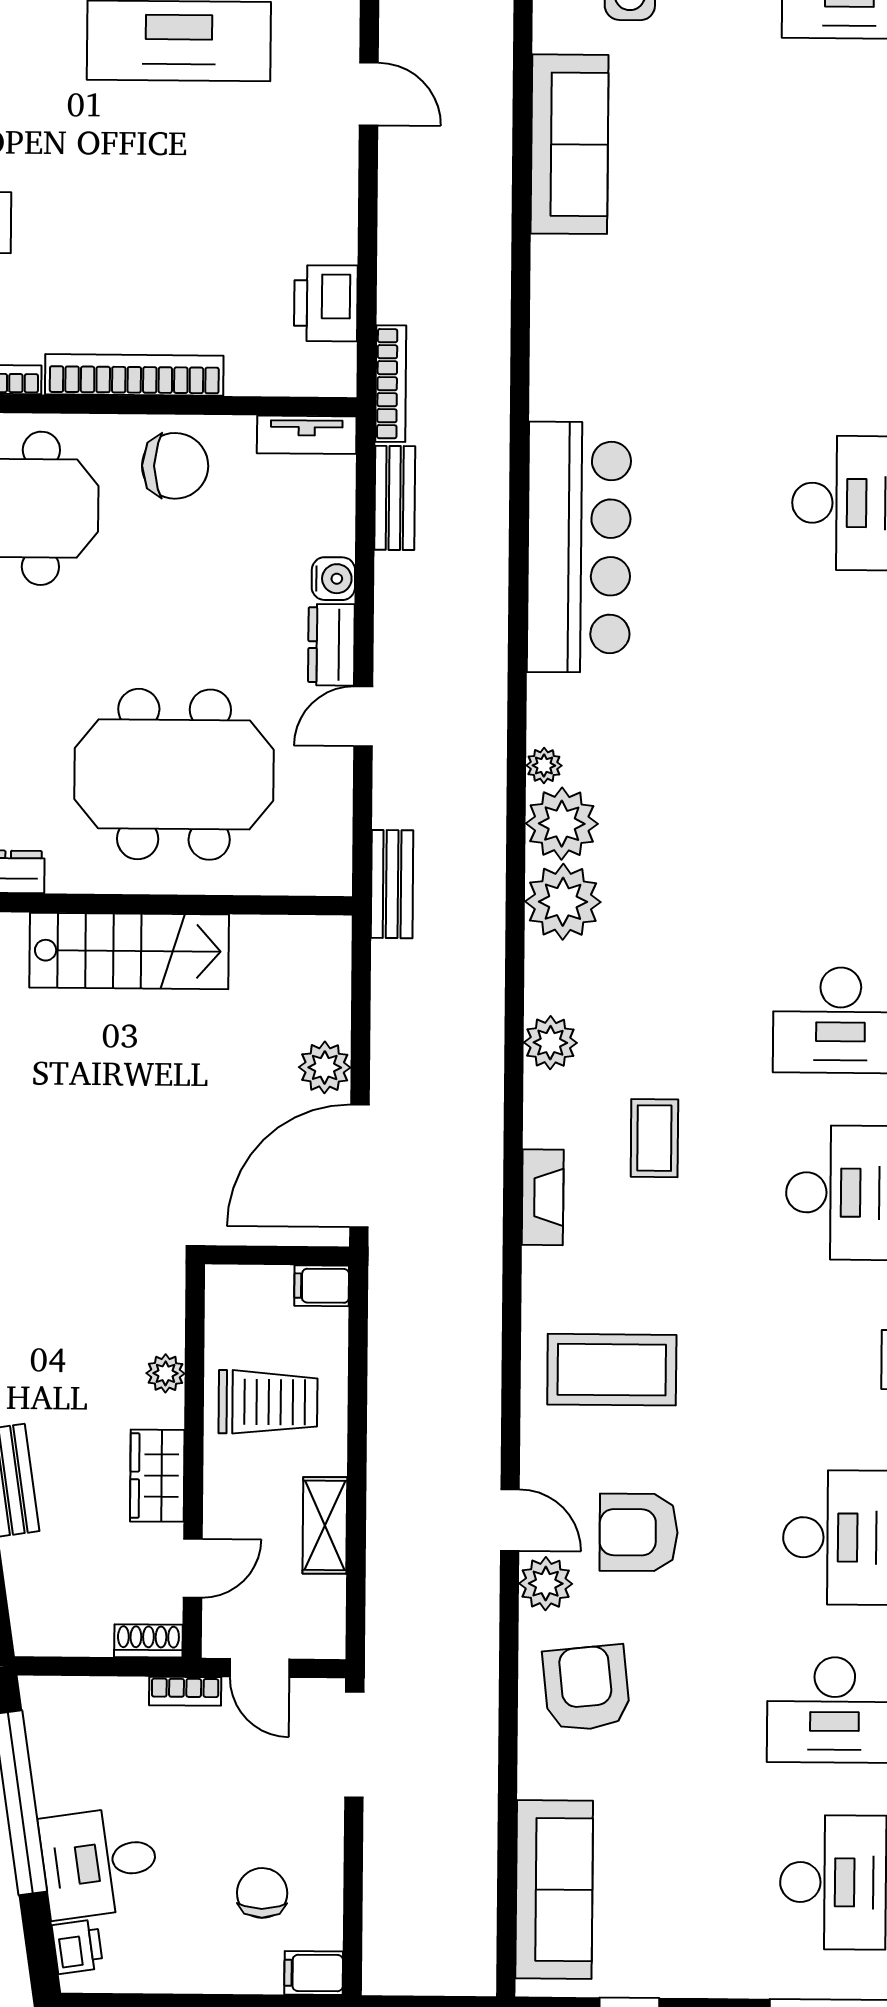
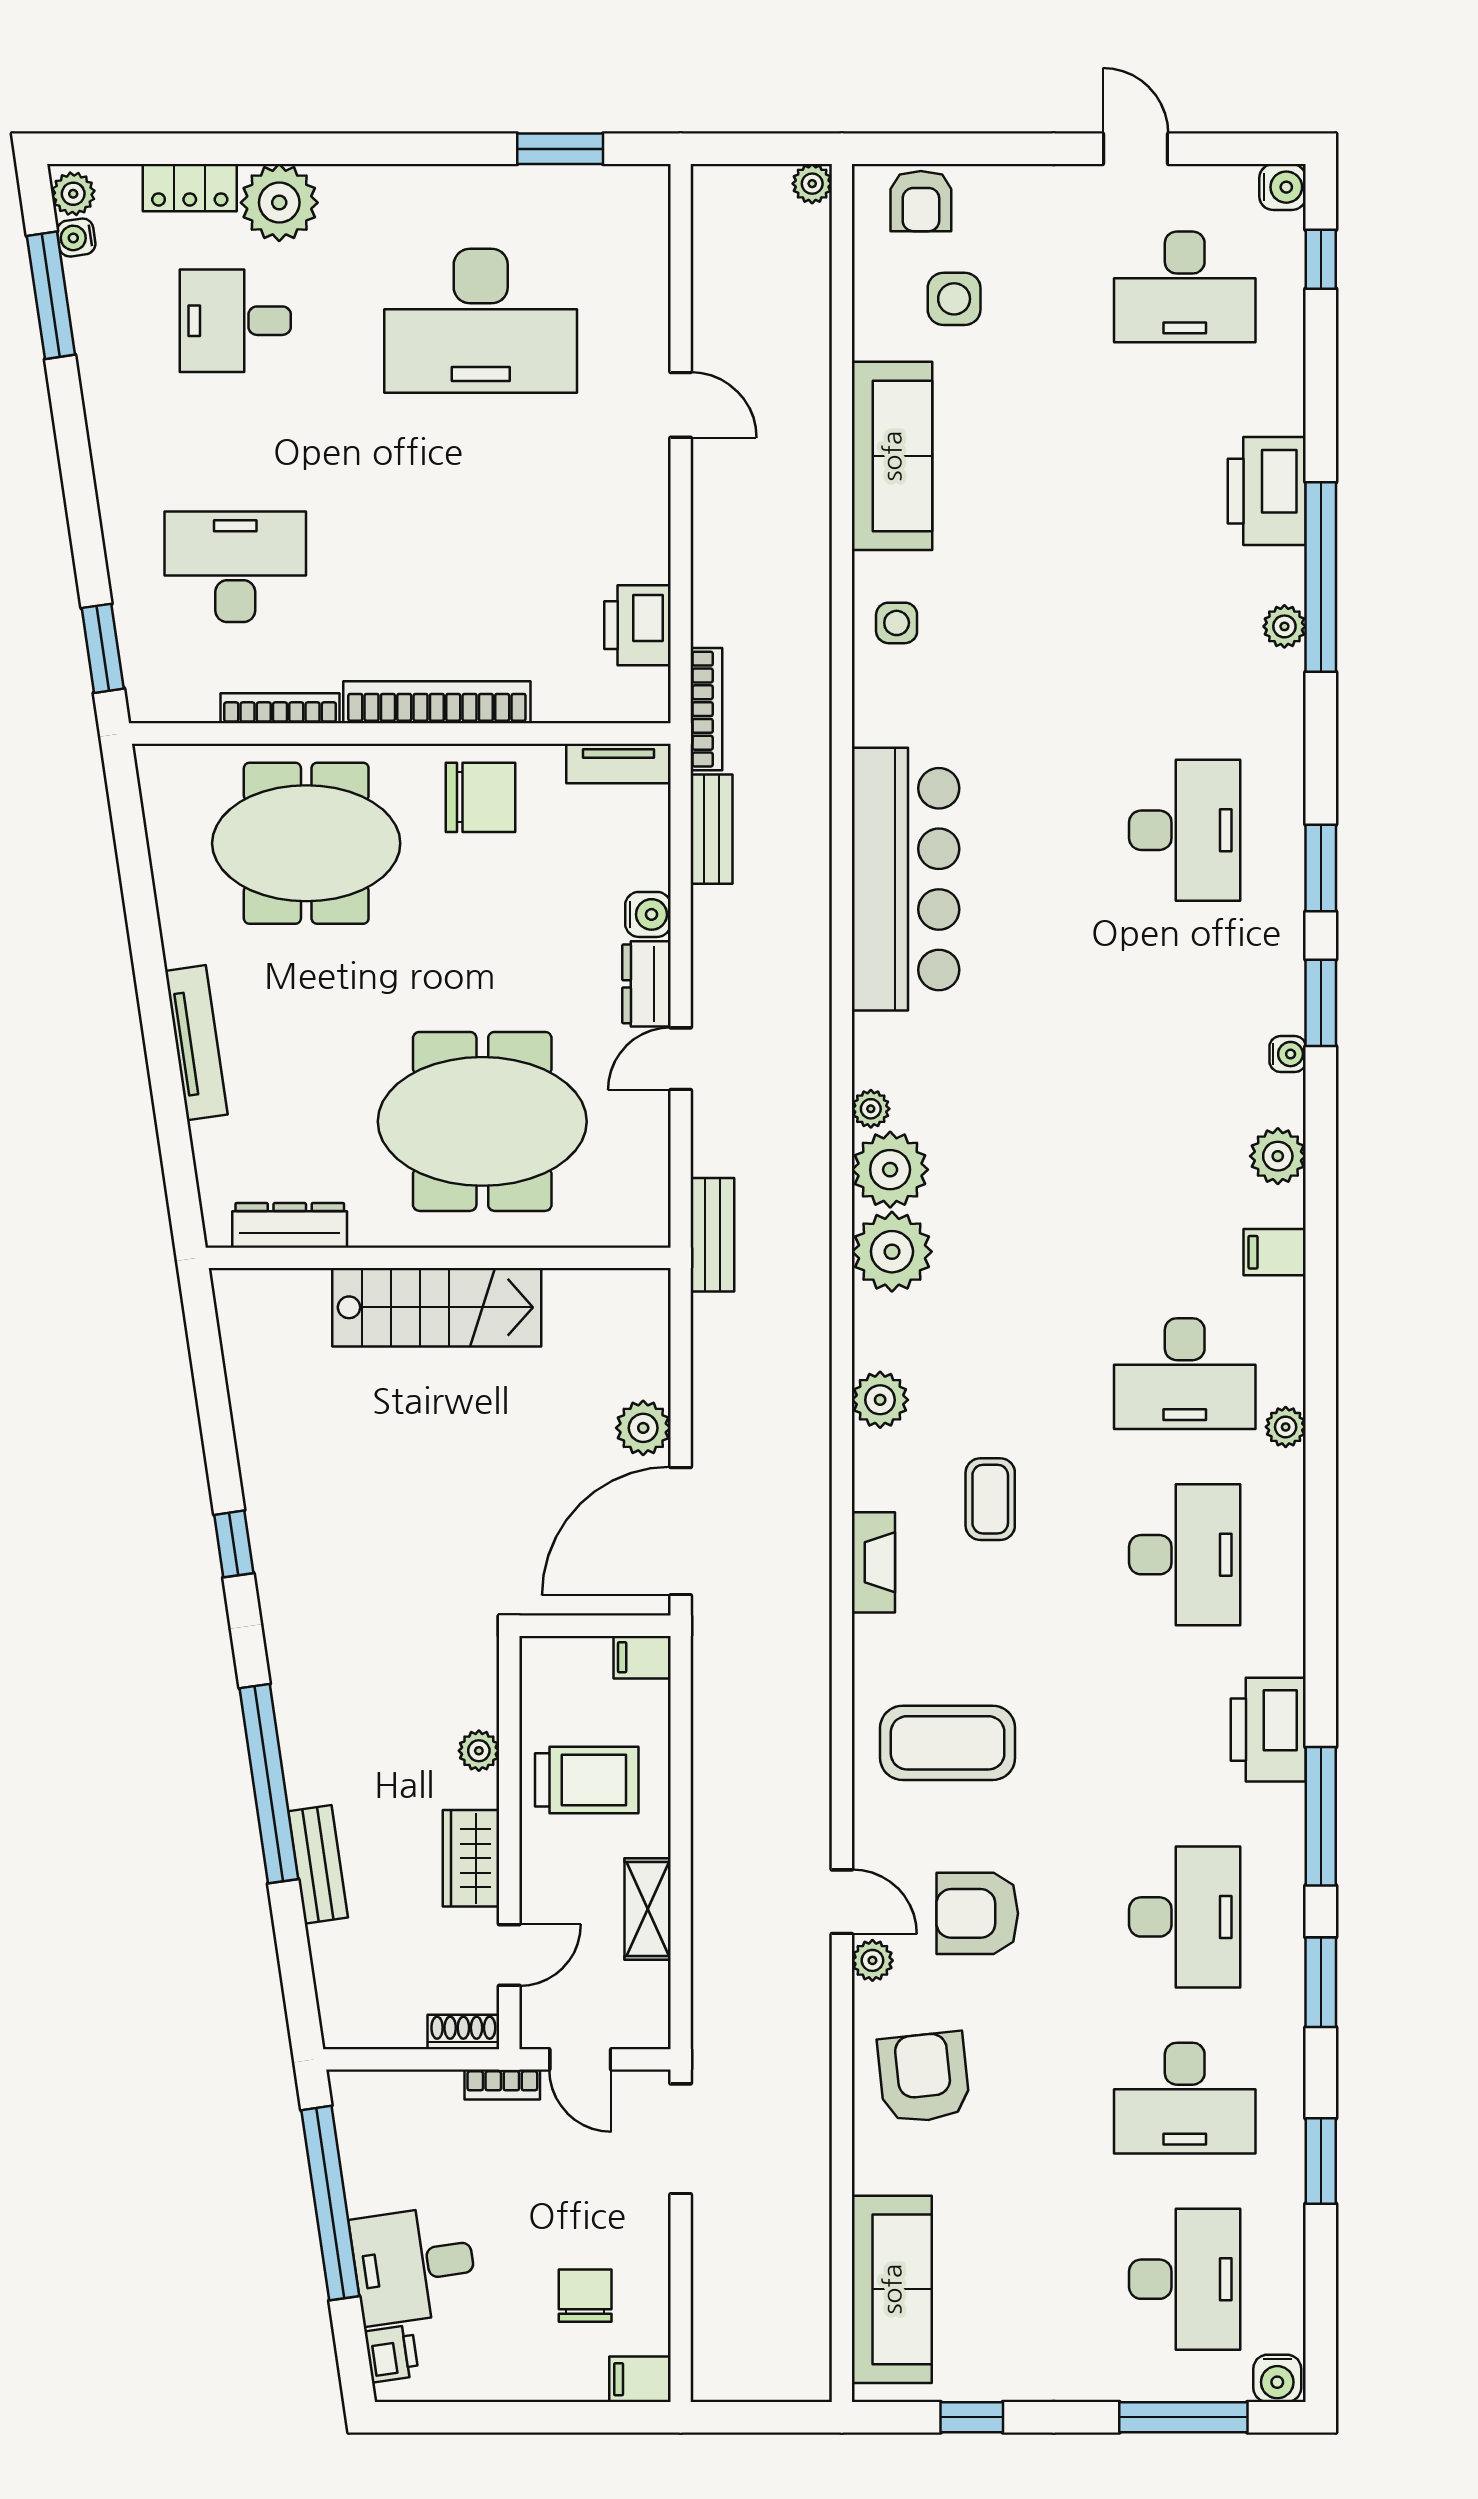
side table: (573, 303) -> (897, 623), added
plant: (546, 1584) -> (872, 1960), width x0.73, depth x0.73

